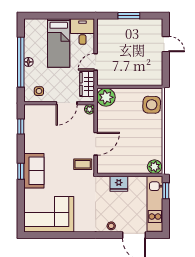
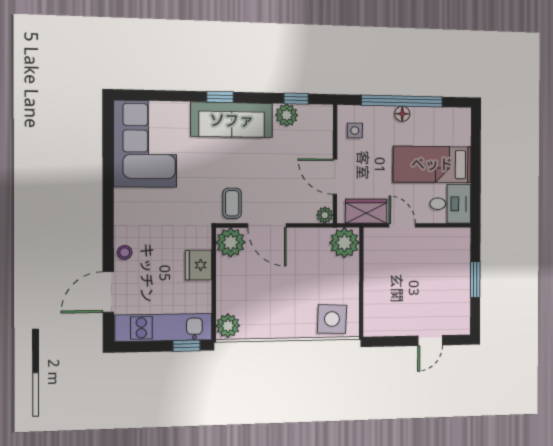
plant: (30, 132) -> (287, 115), added
plant: (106, 165) -> (231, 242), added
sofa: (34, 171) -> (232, 120), width x1.36

